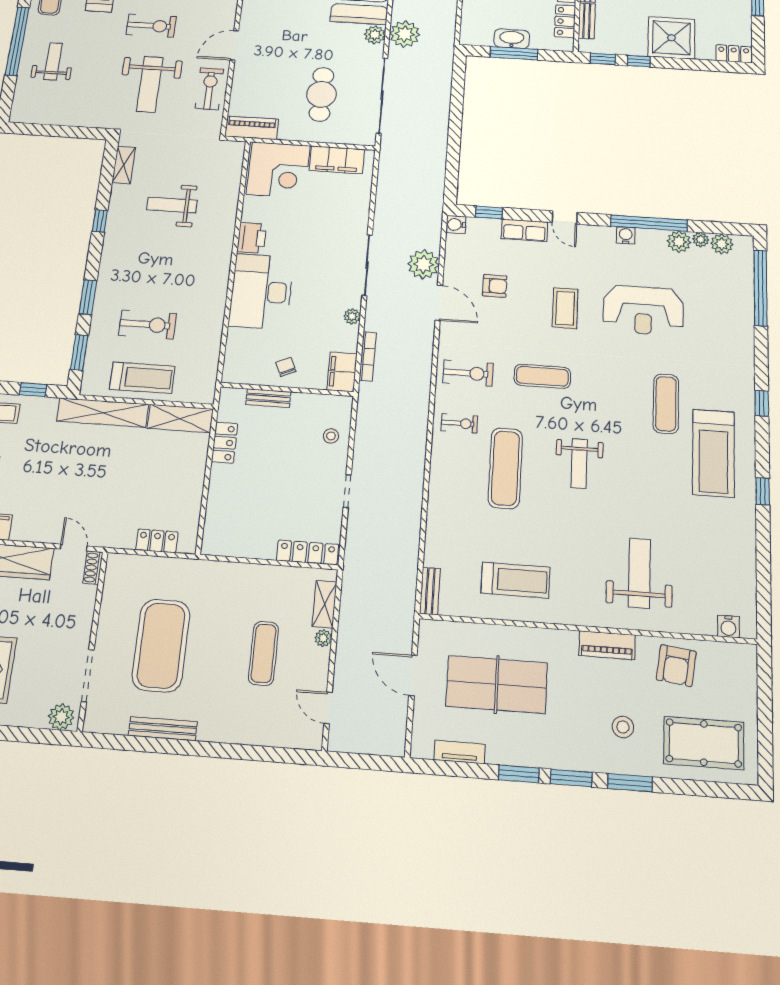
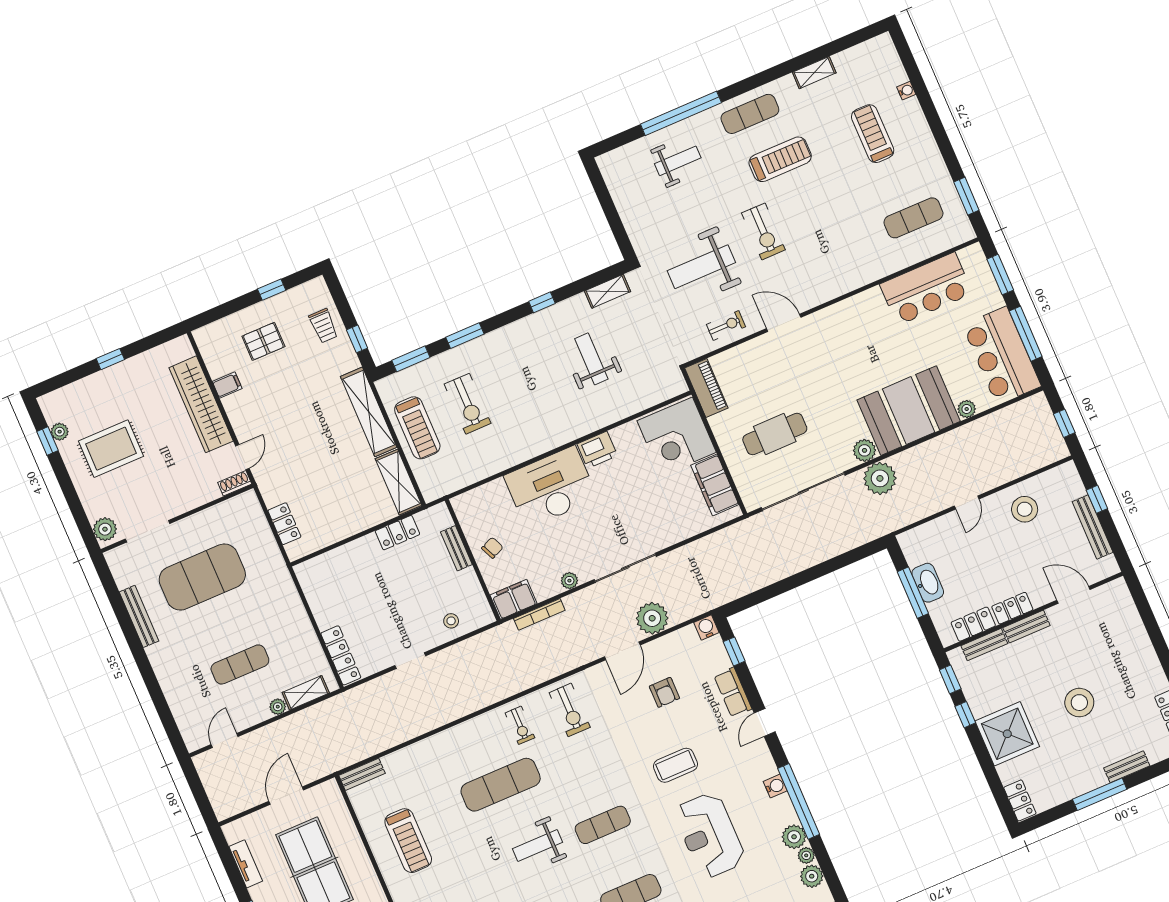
exercise bike: (209, 89) -> (726, 326), width x0.73, depth x0.72
exercise mat: (542, 376) -> (603, 825), moved, turned 90

